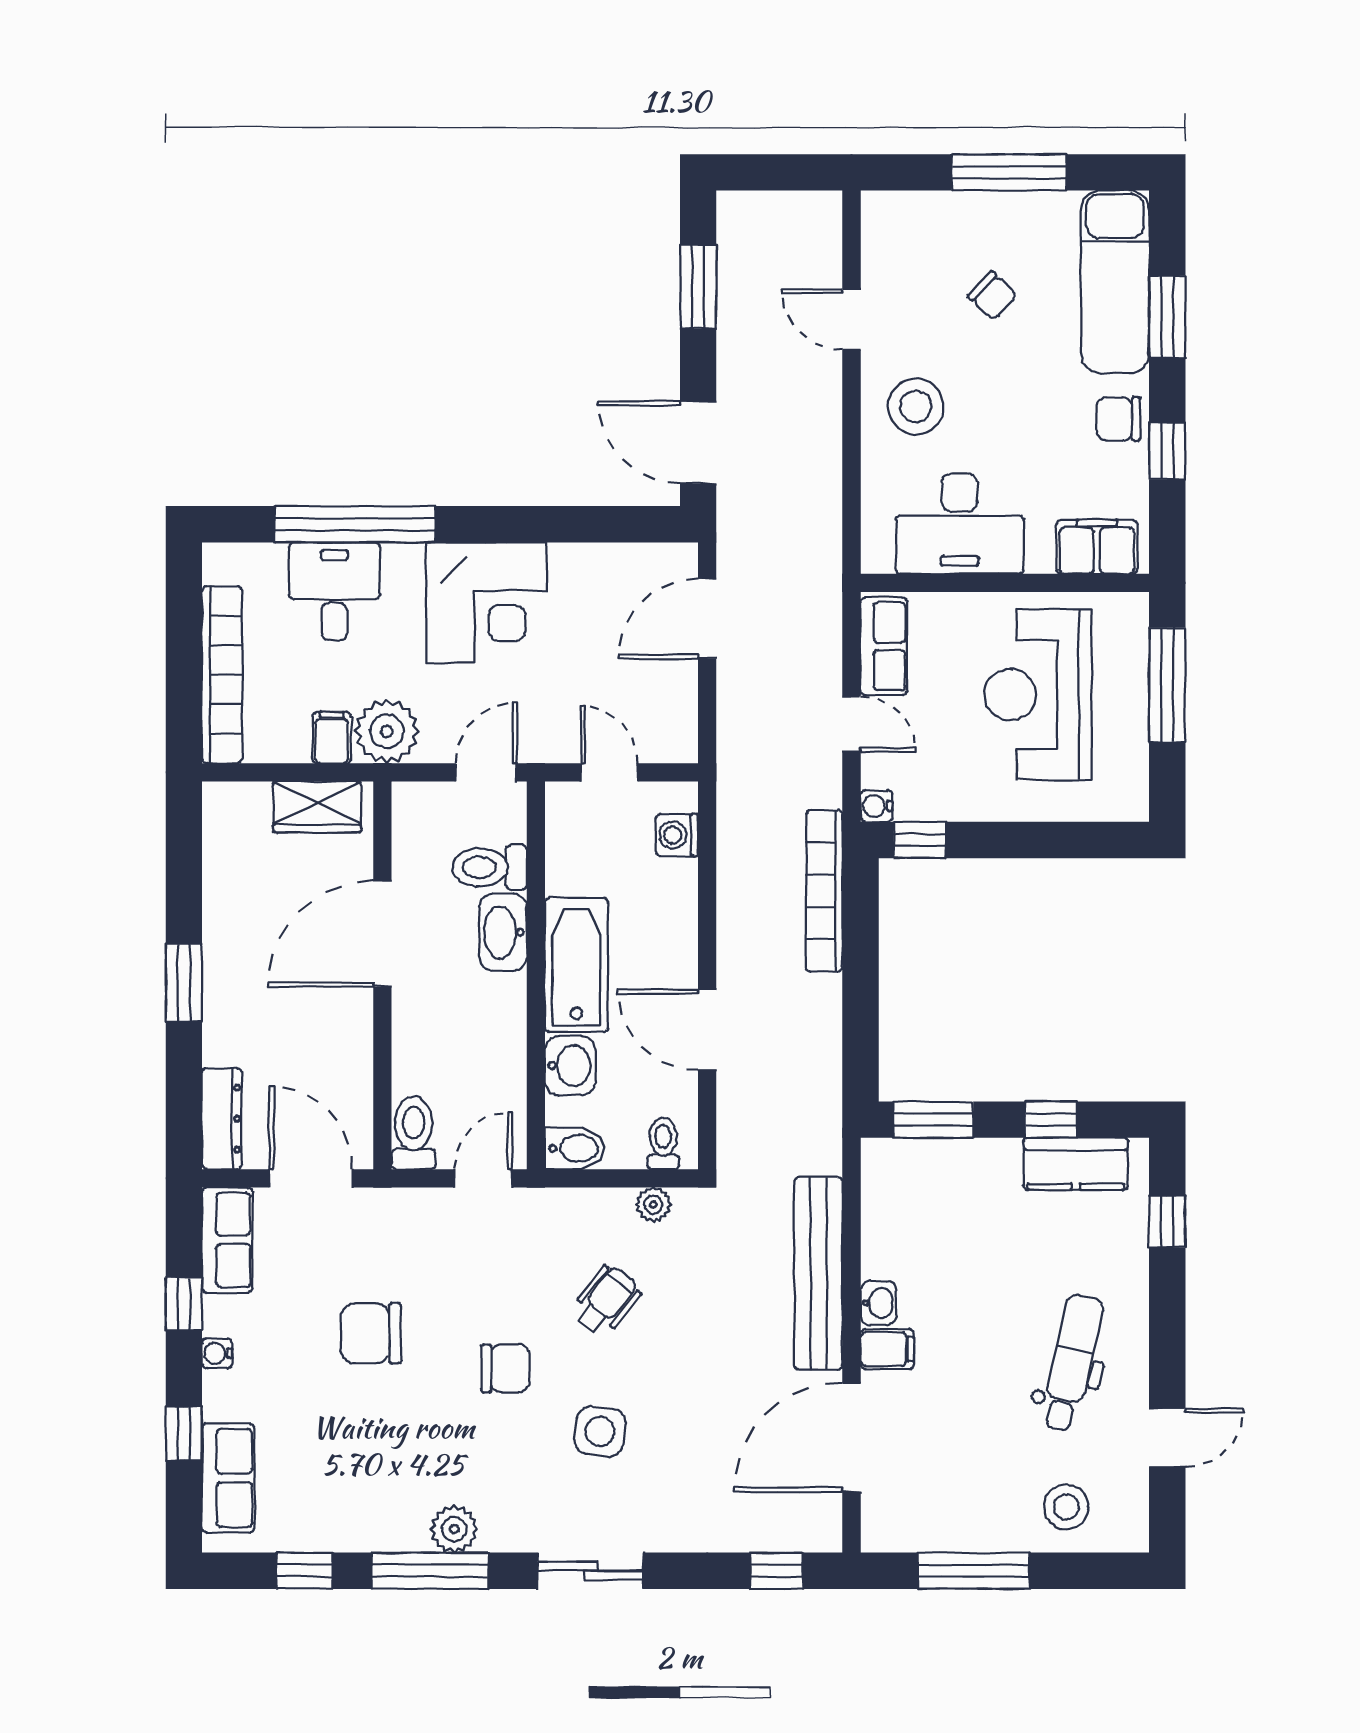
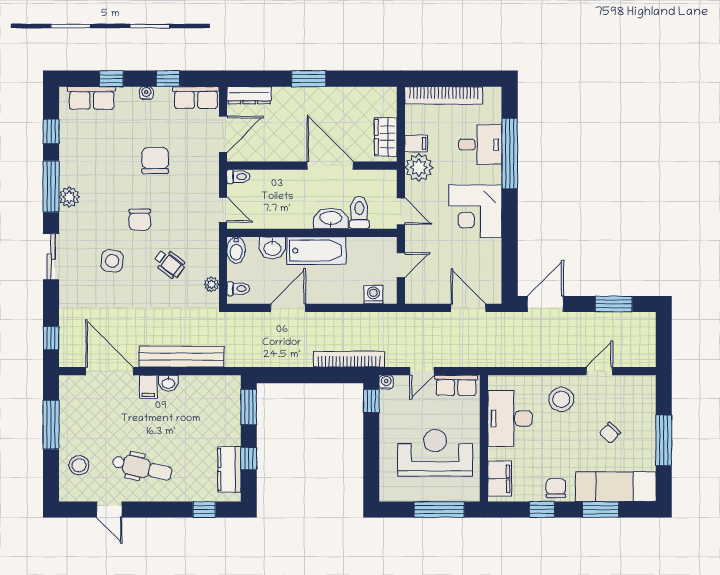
toilet: (414, 1133) -> (238, 177), width x0.73, depth x0.72

